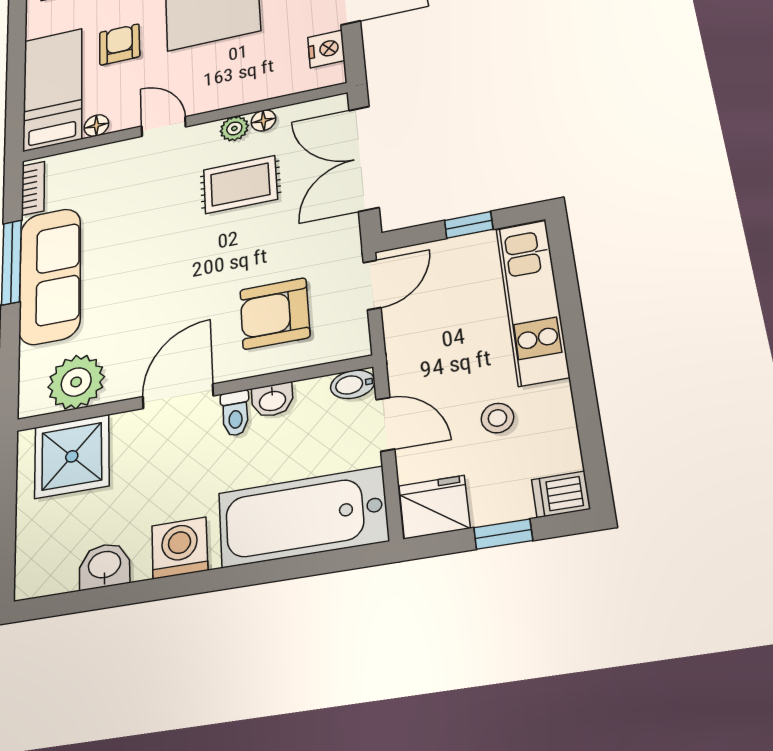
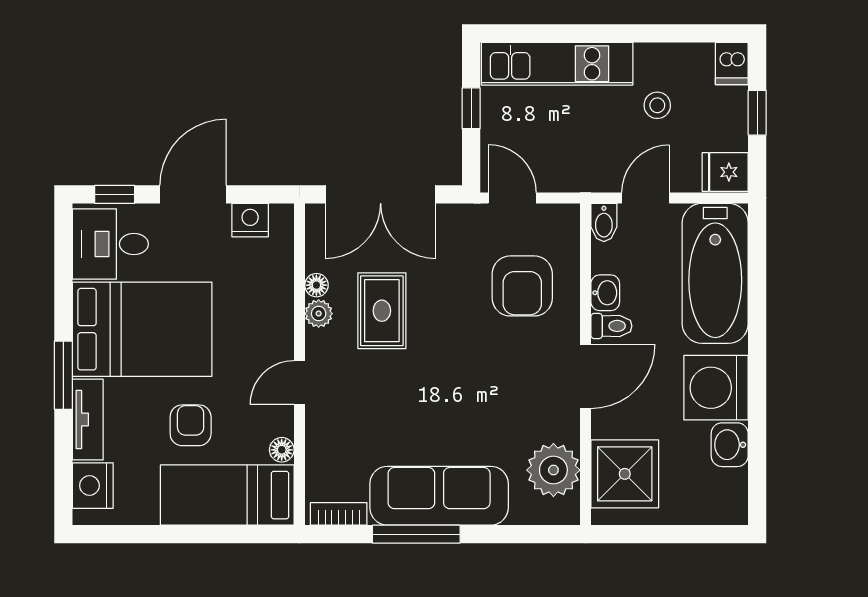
armchair: (120, 44) -> (191, 425), turned 90
door: (178, 396) -> (585, 376), swing flipped
fridge: (434, 507) -> (725, 172), width x0.72
washing machine: (180, 548) -> (716, 388), width x1.37, depth x1.37

